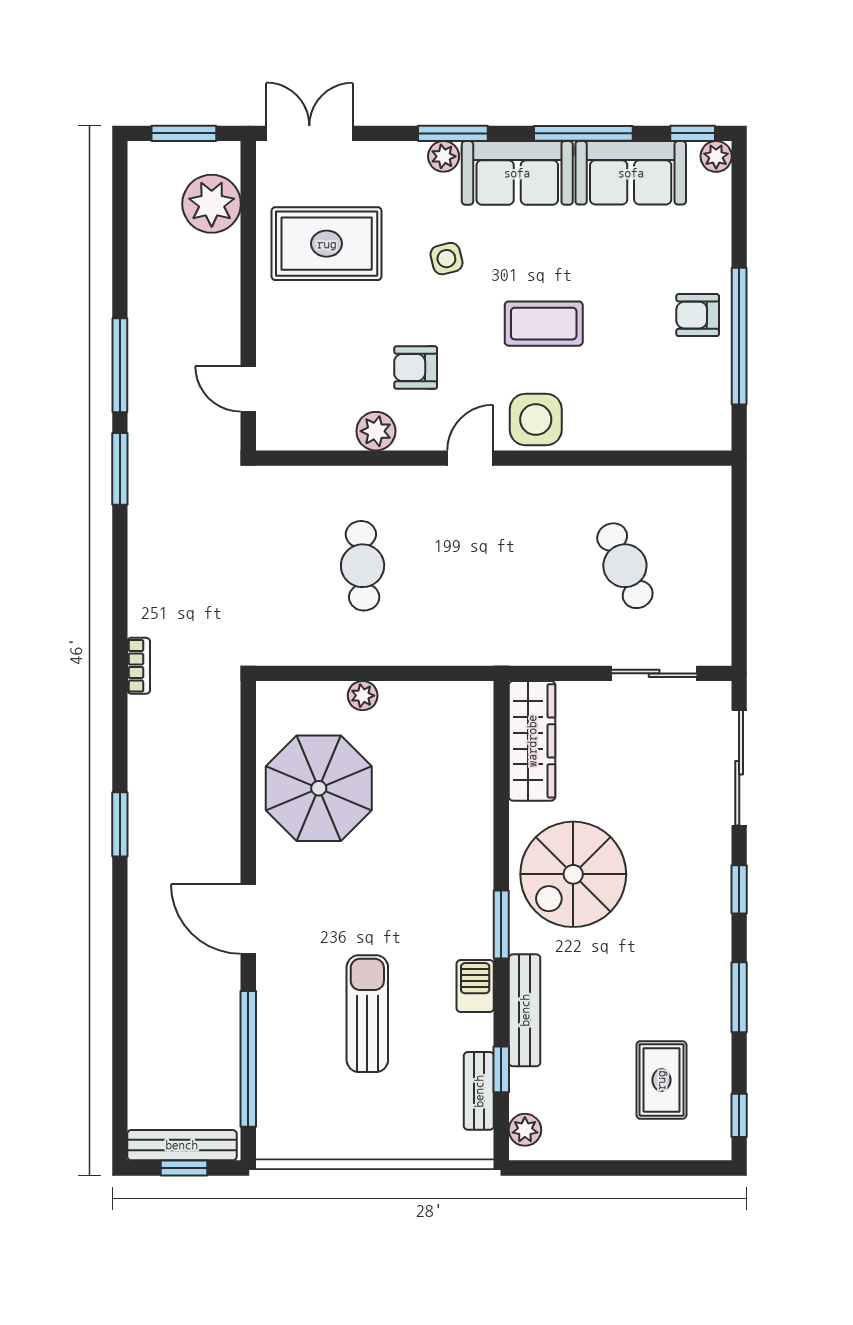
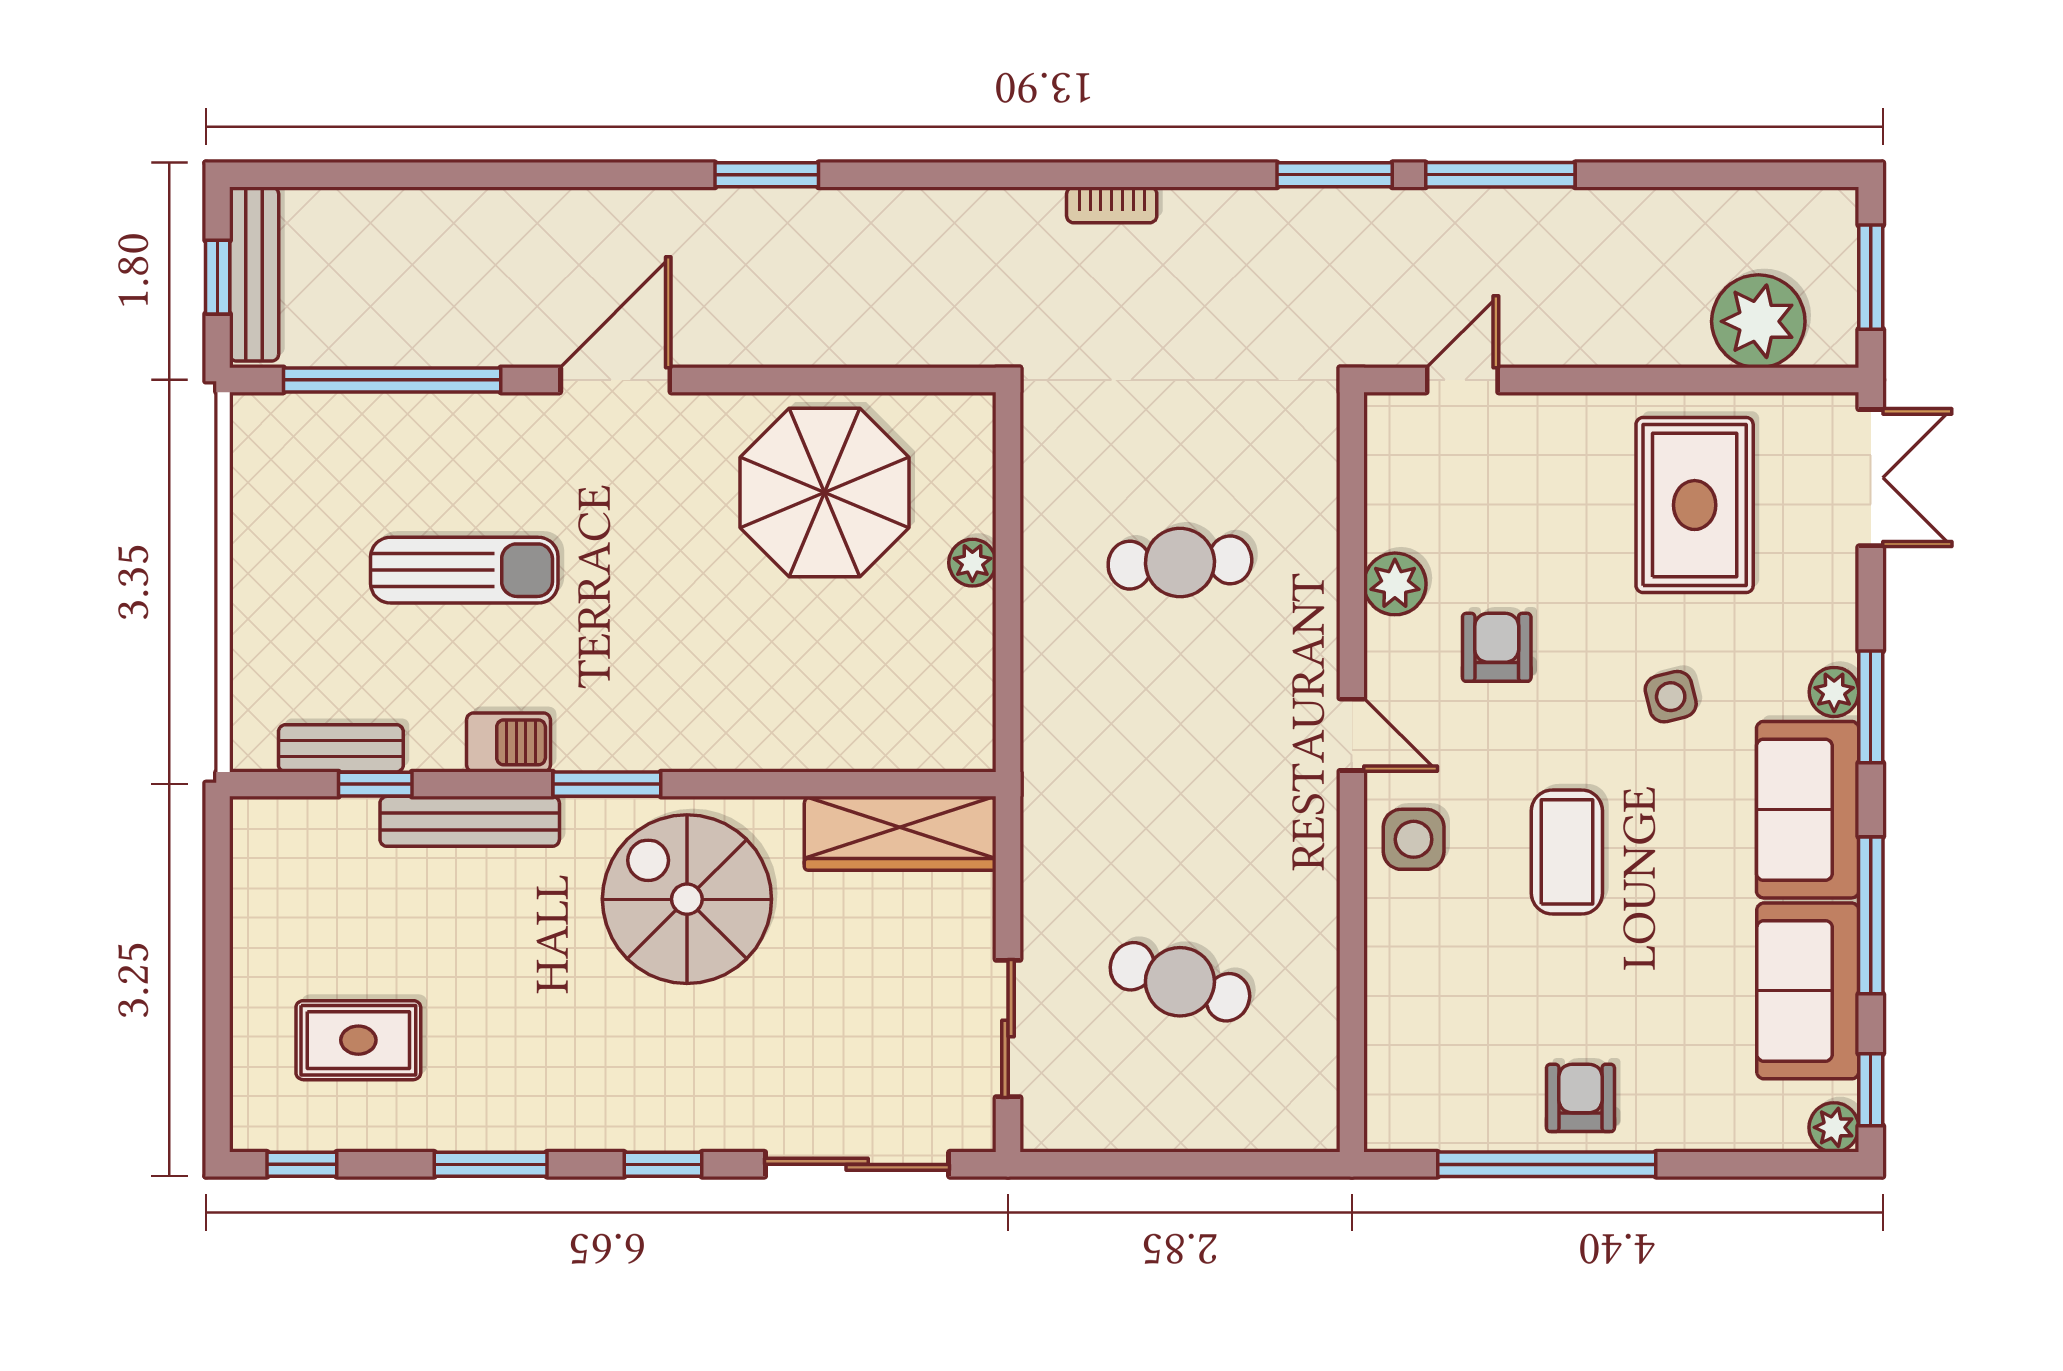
side table: (536, 420) -> (1414, 839), width x0.73, depth x0.73
cafe table: (625, 566) -> (1180, 982), turned 42
bookcase: (139, 666) -> (1112, 205), moved
plant: (525, 1130) -> (279, 822), removed

